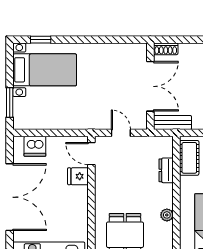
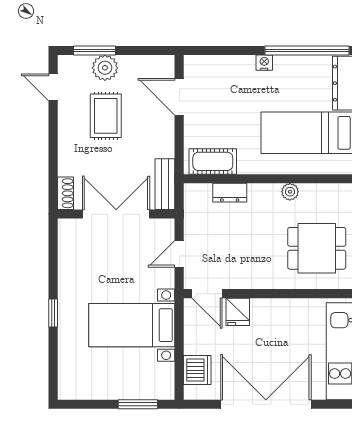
window: (41, 40) -> (53, 313), moved
bed with nightstands: (45, 70) -> (132, 325), moved, turned -90
door: (91, 154) -> (207, 294), hinge flipped

